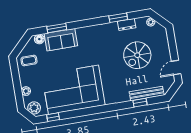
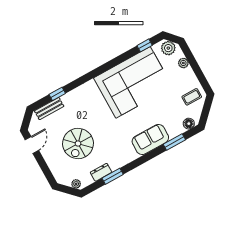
sofa: (61, 40) -> (150, 140), moved
spiral stairs: (137, 55) -> (78, 144), turned 180
bench: (147, 93) -> (49, 109), width x0.73

